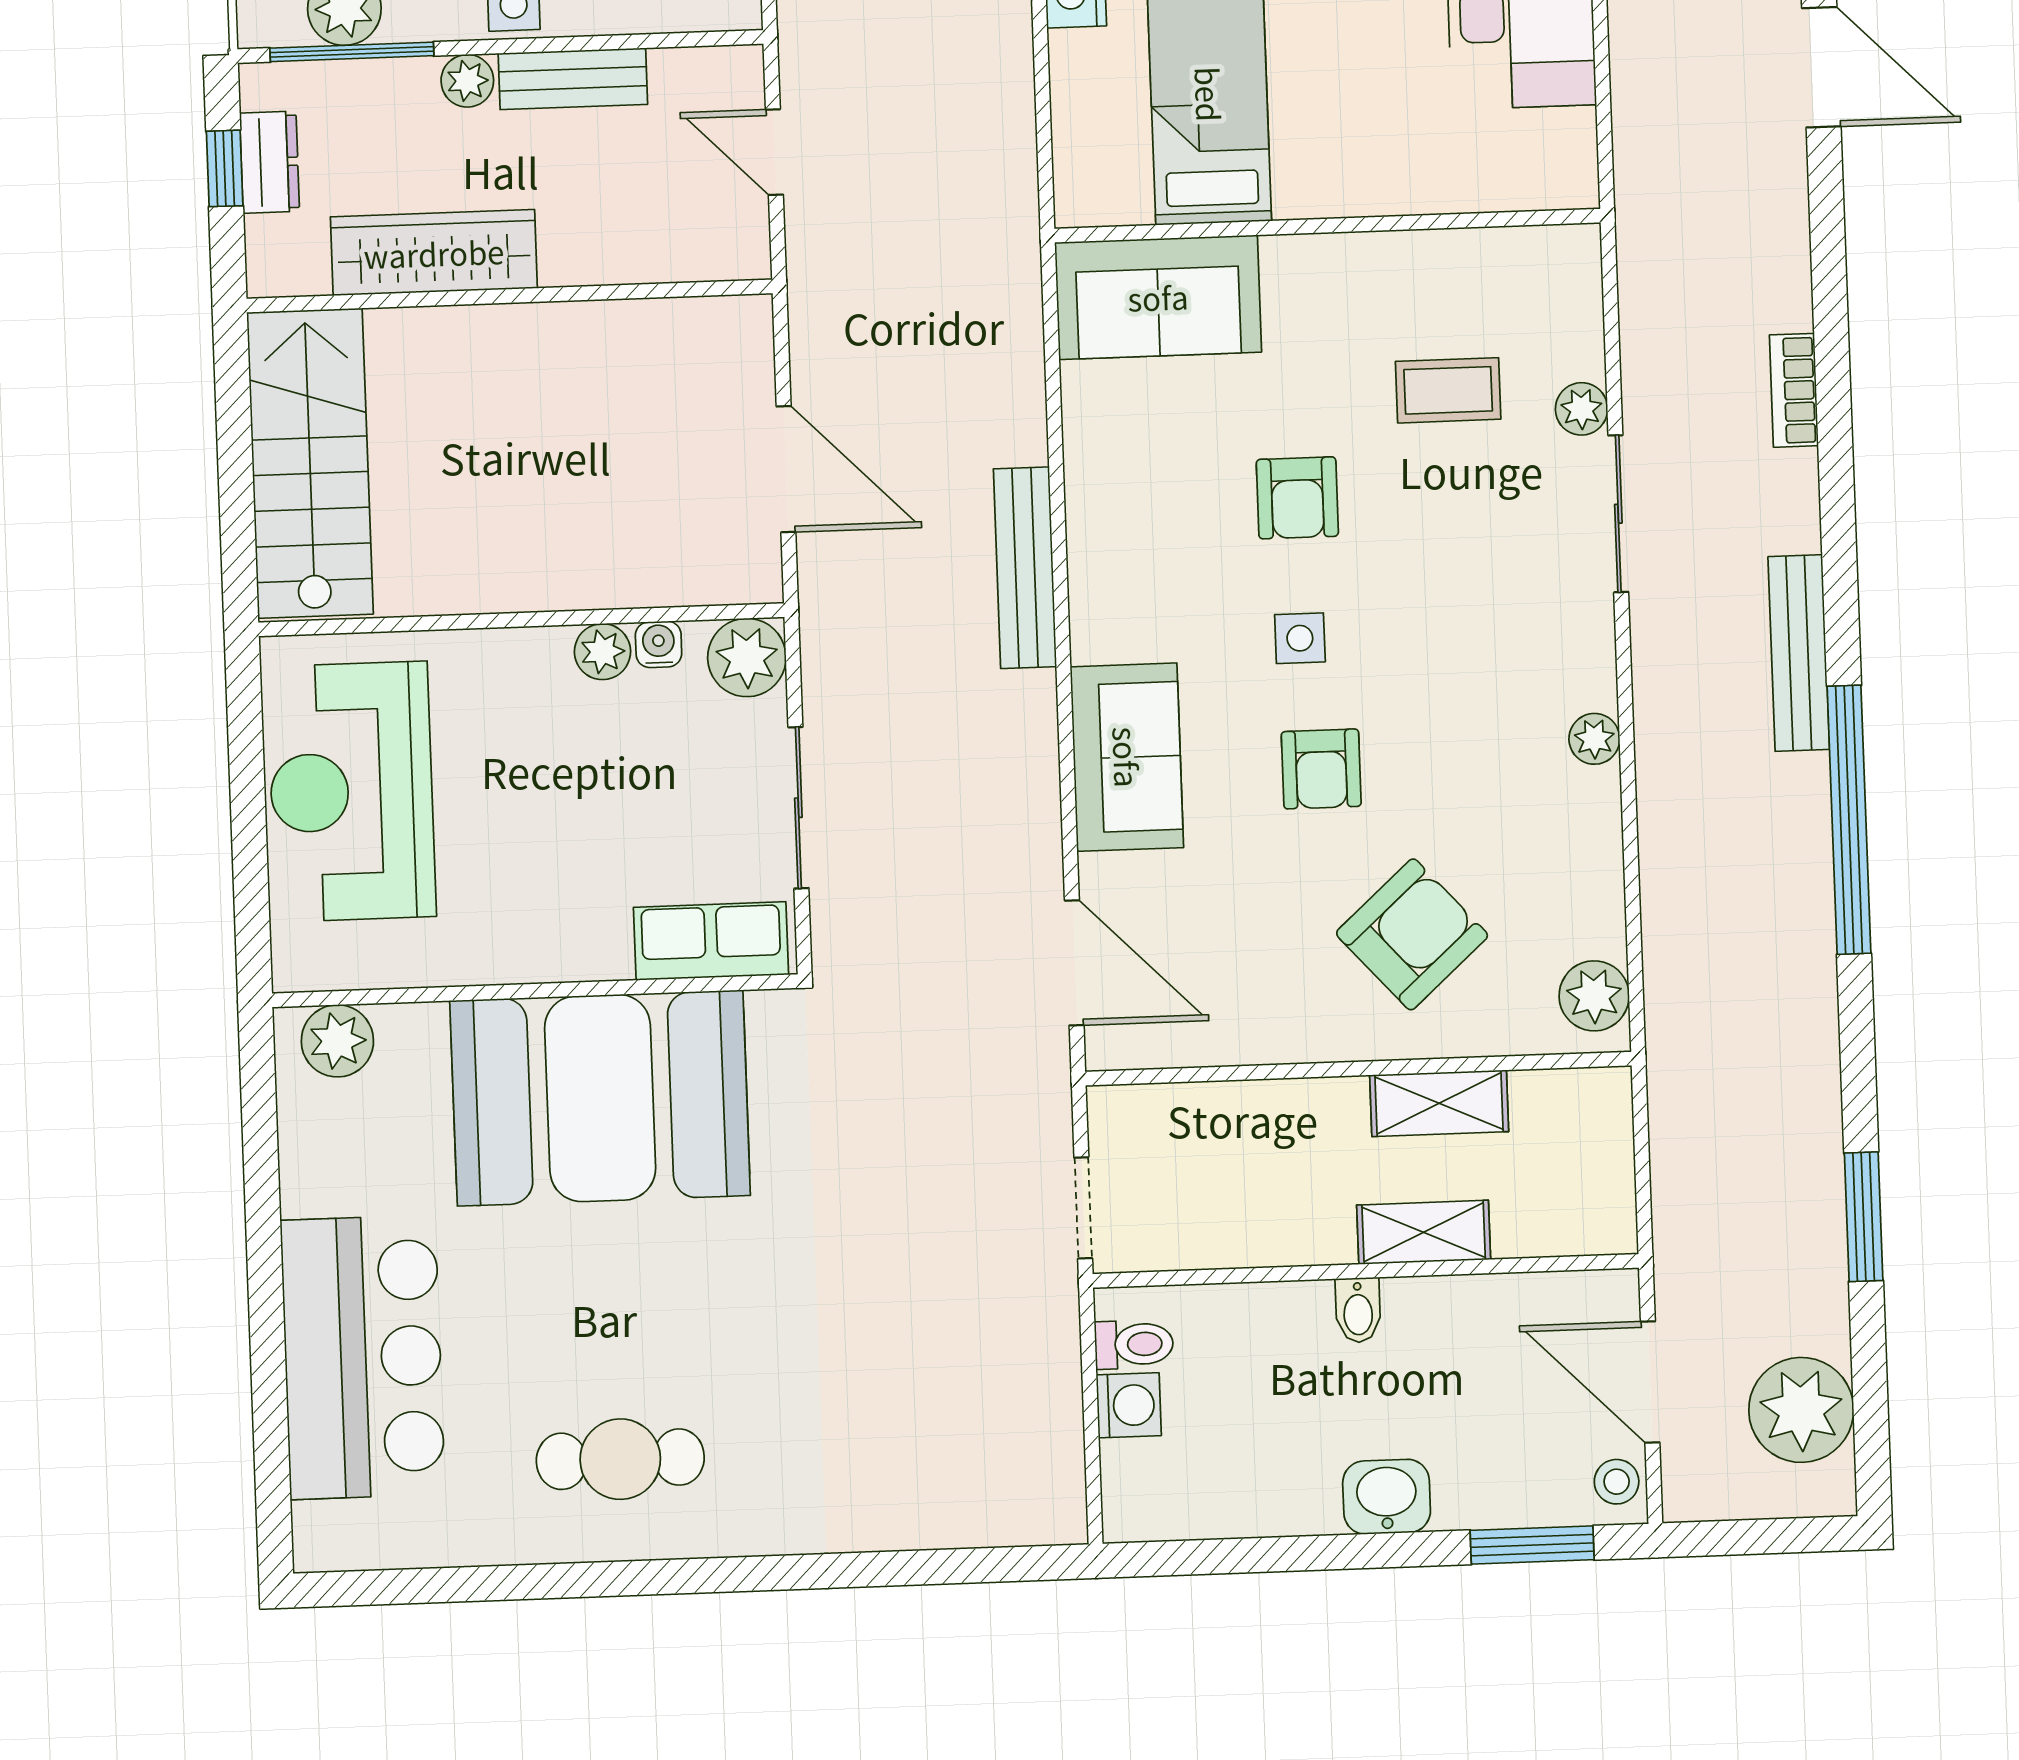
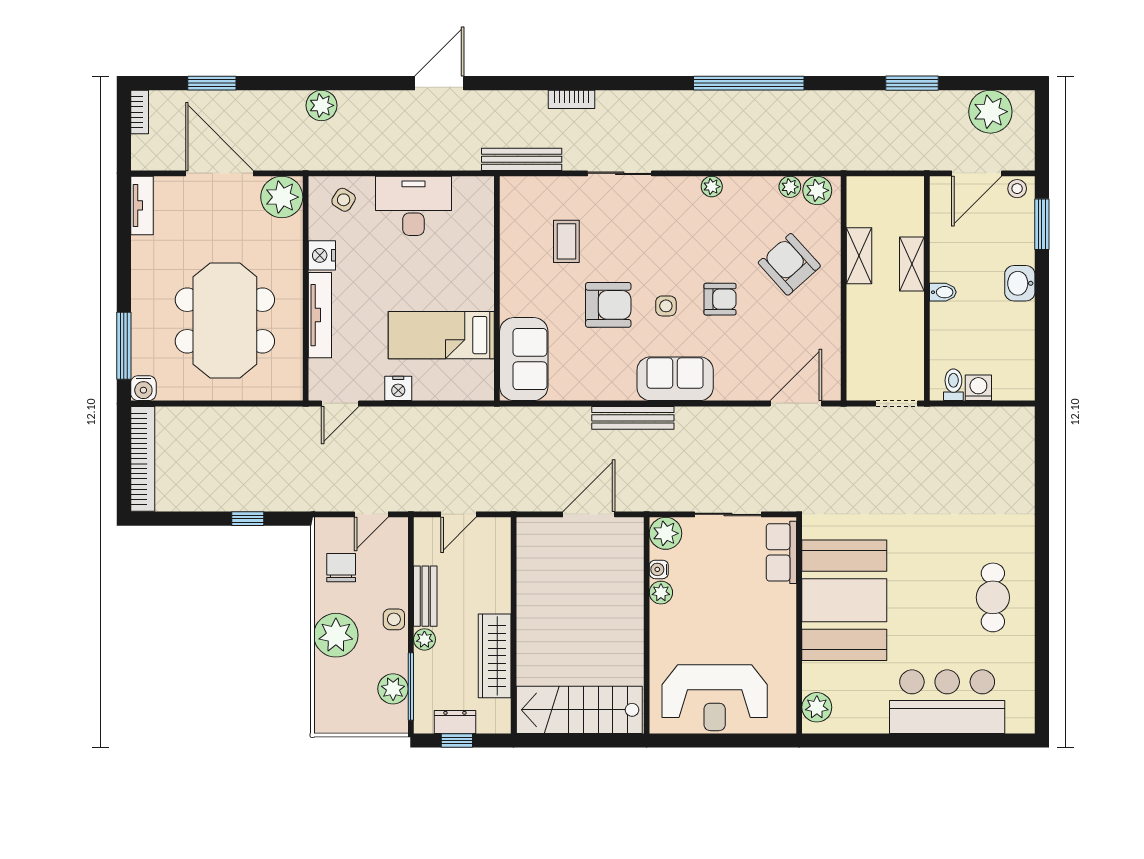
plant: (1582, 409) -> (790, 187), moved
armchair: (1297, 498) -> (608, 305), width x1.38, depth x1.38
bench: (1799, 653) -> (522, 159), moved
sofa: (1127, 757) -> (675, 379), moved

